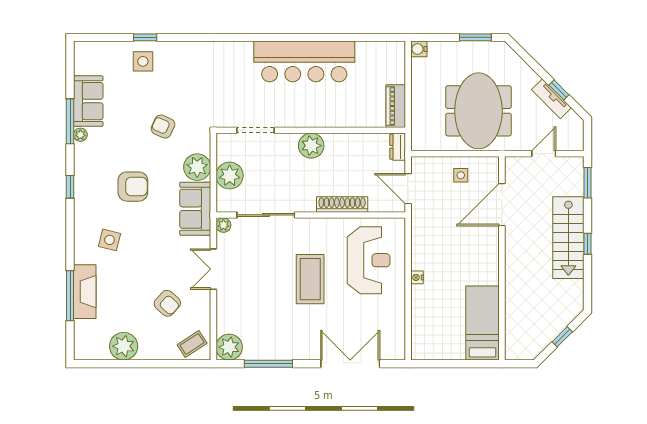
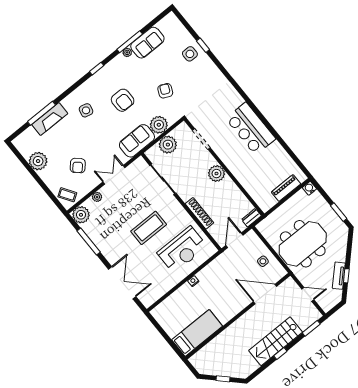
bar counter: (304, 61) -> (251, 129), width x0.73
piano: (396, 106) -> (286, 188), moved
plant: (223, 225) -> (97, 197), moved

